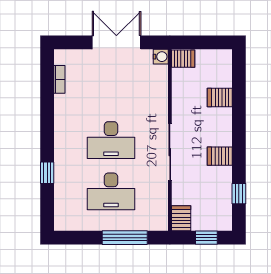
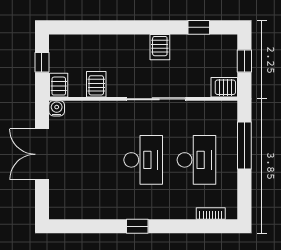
window: (205, 42) -> (42, 62), added
bookcase: (59, 79) -> (211, 213), moved
server rack: (220, 97) -> (96, 84), moved, turned 180
window: (47, 173) -> (137, 226), moved

